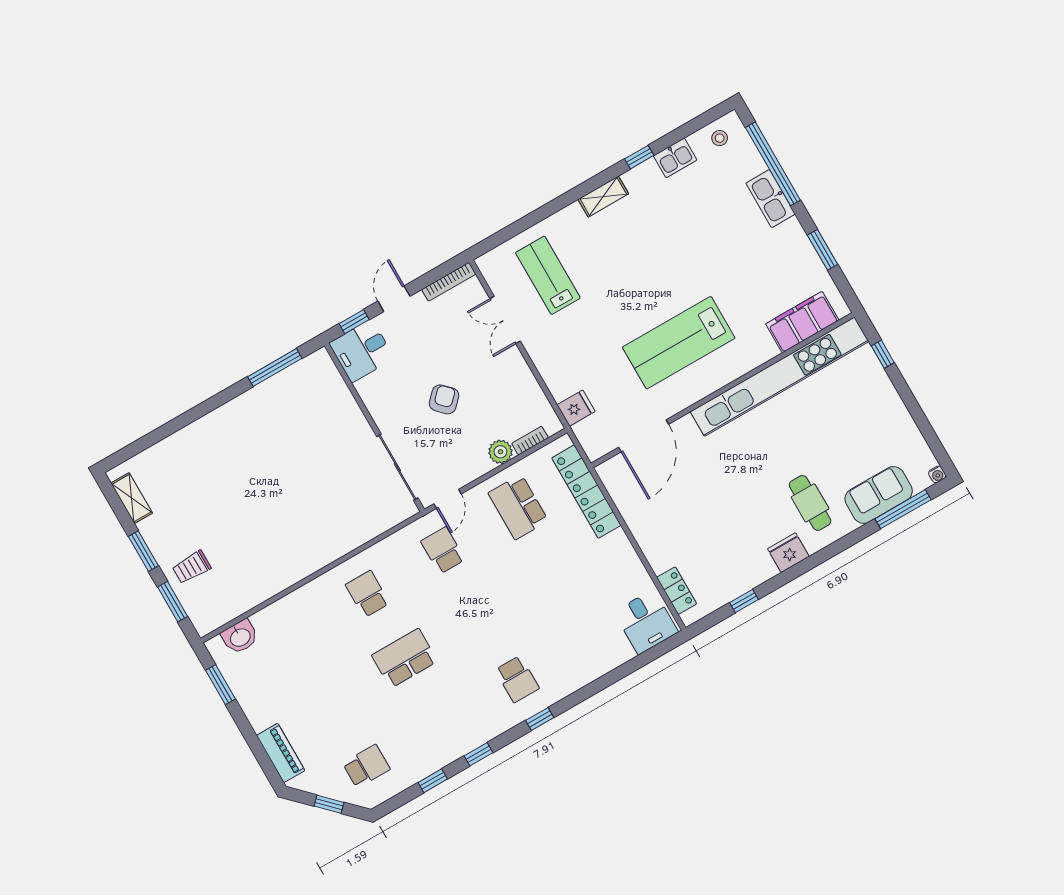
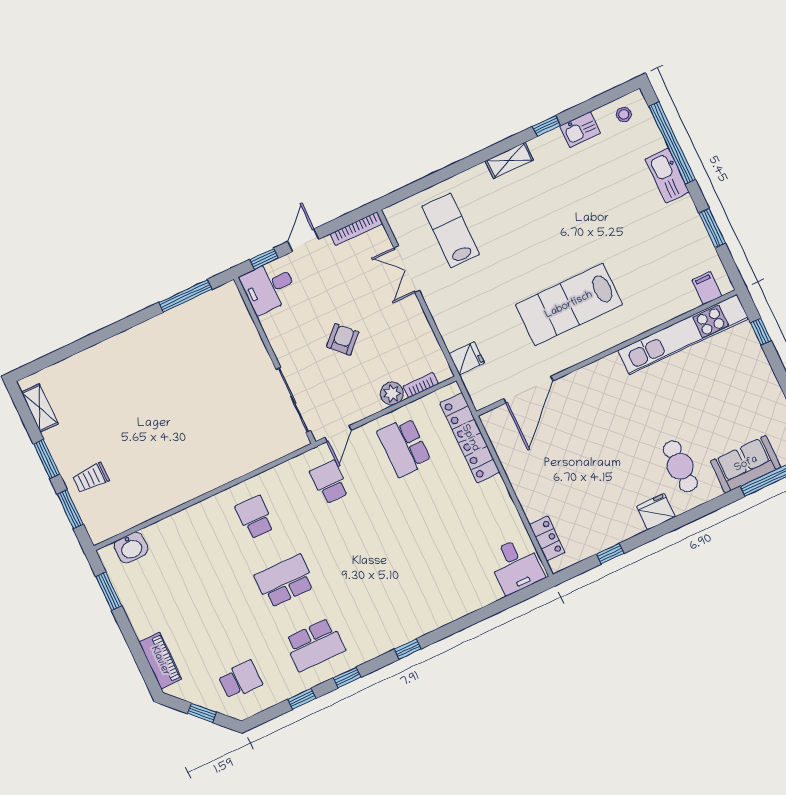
filing cabinet: (802, 322) -> (707, 288), width x0.33, depth x0.86
kitchen unit: (779, 377) -> (683, 334), width x0.73
school desk: (517, 679) -> (315, 645), moved, width x1.85

